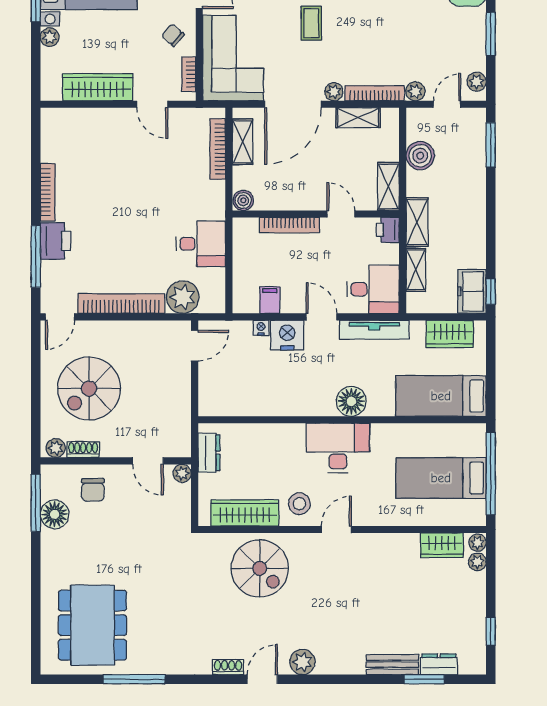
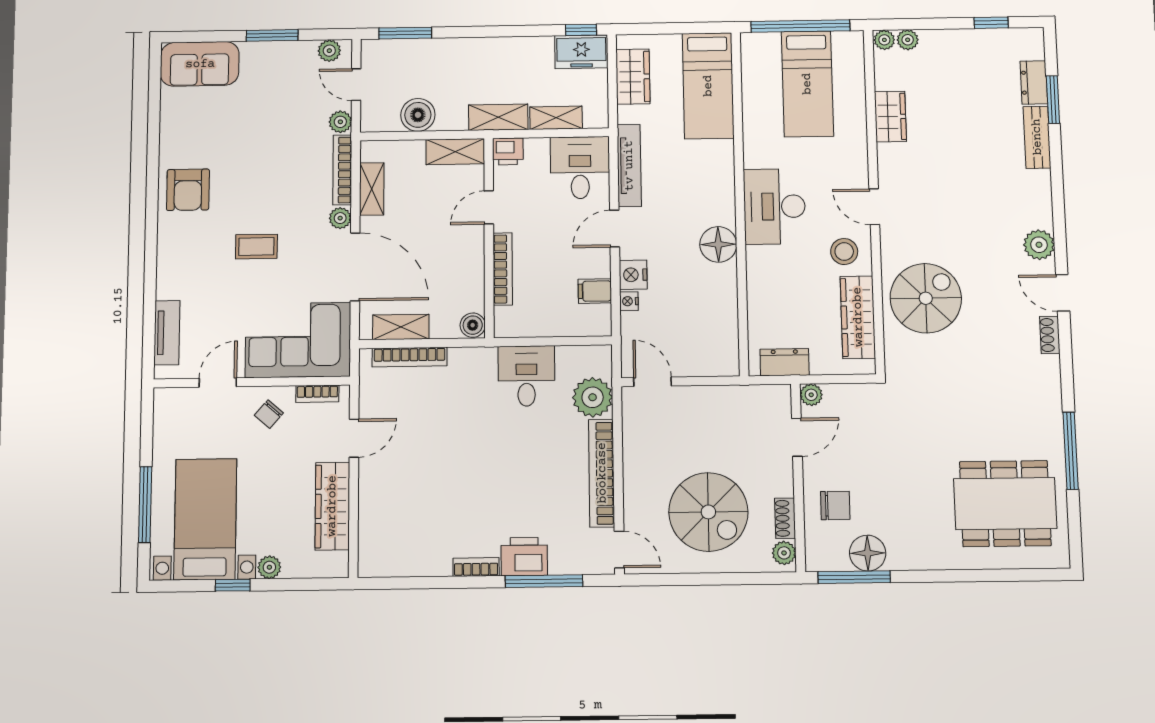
bookcase: (48, 192) -> (476, 567), width x0.64
nightstand: (287, 335) -> (633, 275), width x0.74, depth x0.75
floor lamp: (351, 401) -> (718, 244), moved
wardrobe: (442, 545) -> (890, 117), moved

